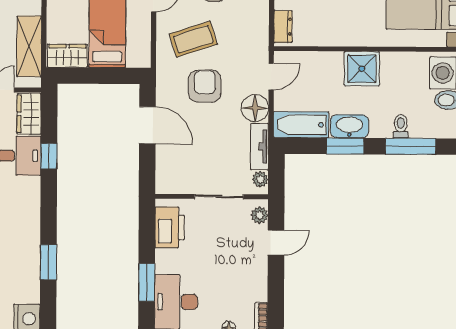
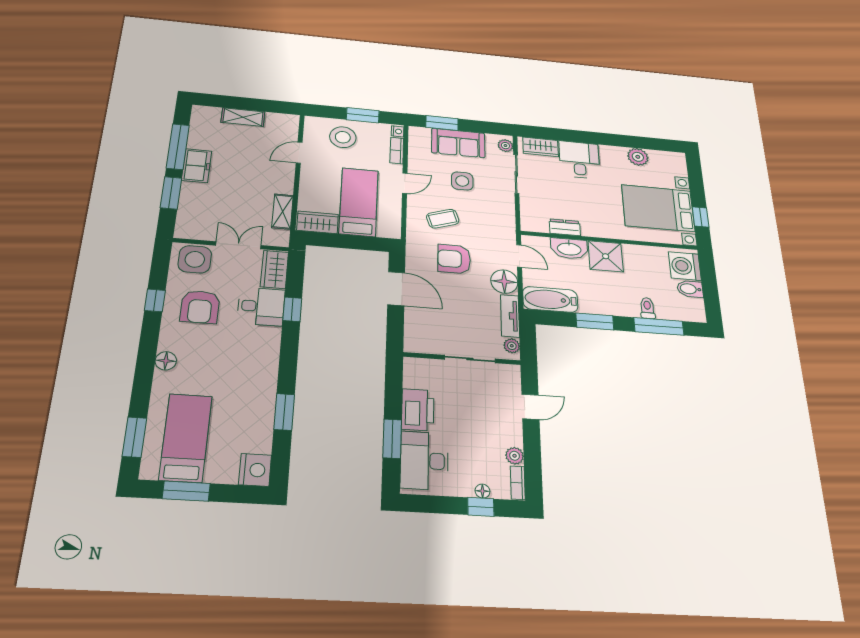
dresser: (283, 27) -> (565, 227), moved, turned -90
coffee table: (193, 39) -> (443, 219), width x0.73, depth x0.77
shelving: (29, 46) -> (282, 212), width x0.67, depth x0.75
door: (271, 77) -> (519, 256), hinge flipped
armchair: (205, 86) -> (454, 259), turned -90
washbasin: (349, 126) -> (569, 249), moved, turned 180
plant: (260, 215) -> (515, 456), moved
printer: (170, 227) -> (418, 410), moved

